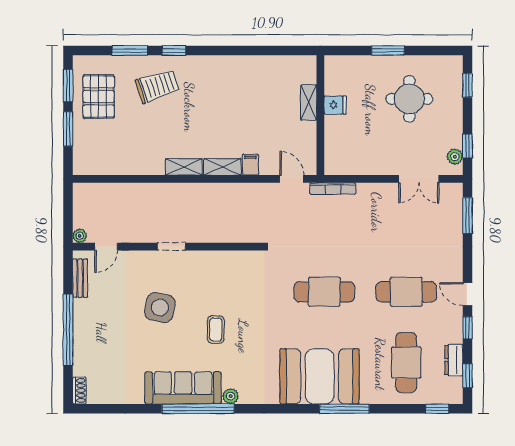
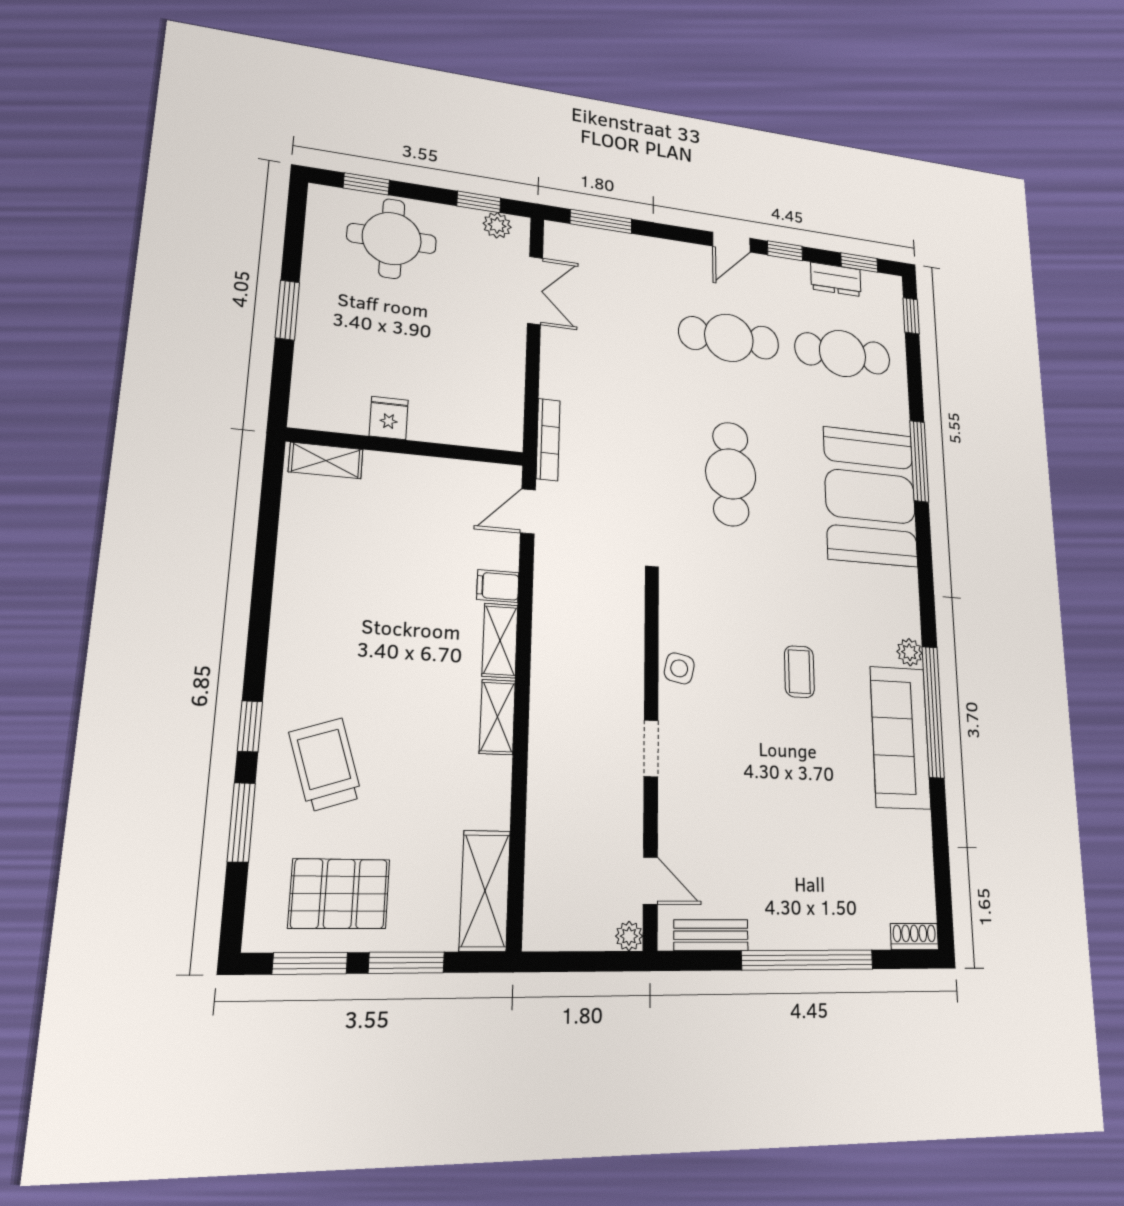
round table: (409, 99) -> (392, 238), moved
shelving: (309, 102) -> (326, 461), moved
shelving: (101, 164) -> (485, 890), added
cafe table: (406, 292) -> (729, 338), turned 90
side table: (160, 308) -> (679, 668), moved, width x0.54, depth x0.54
coffee table: (216, 330) -> (799, 672), turned 90

